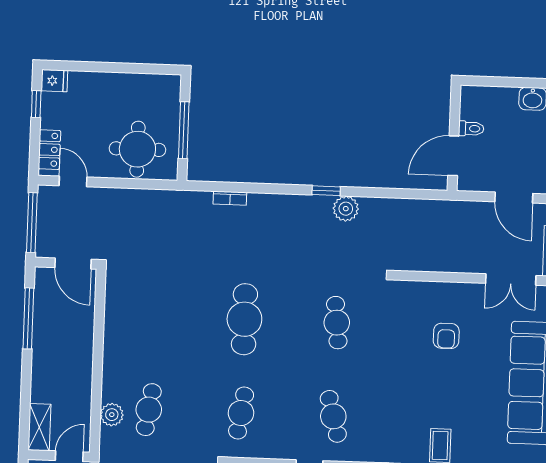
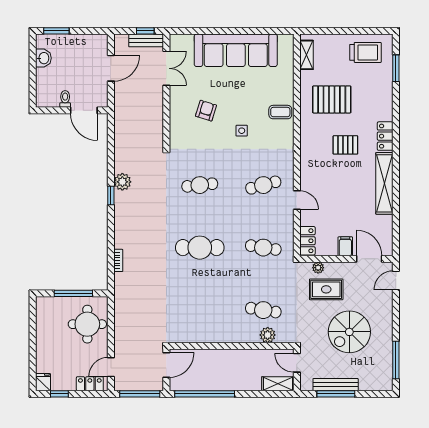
window: (28, 318) -> (205, 394), width x1.46
armchair: (446, 336) -> (206, 111), turned -73
side table: (415, 387) -> (242, 131), added

